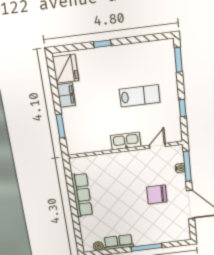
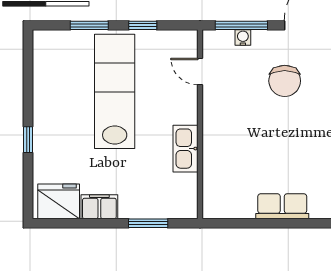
window: (178, 60) -> (89, 25), moved
lab bench: (140, 96) -> (115, 91), width x1.86, depth x1.39
kitchen sink: (126, 141) -> (185, 149), moved
row of seats: (82, 195) -> (282, 206), width x0.68

